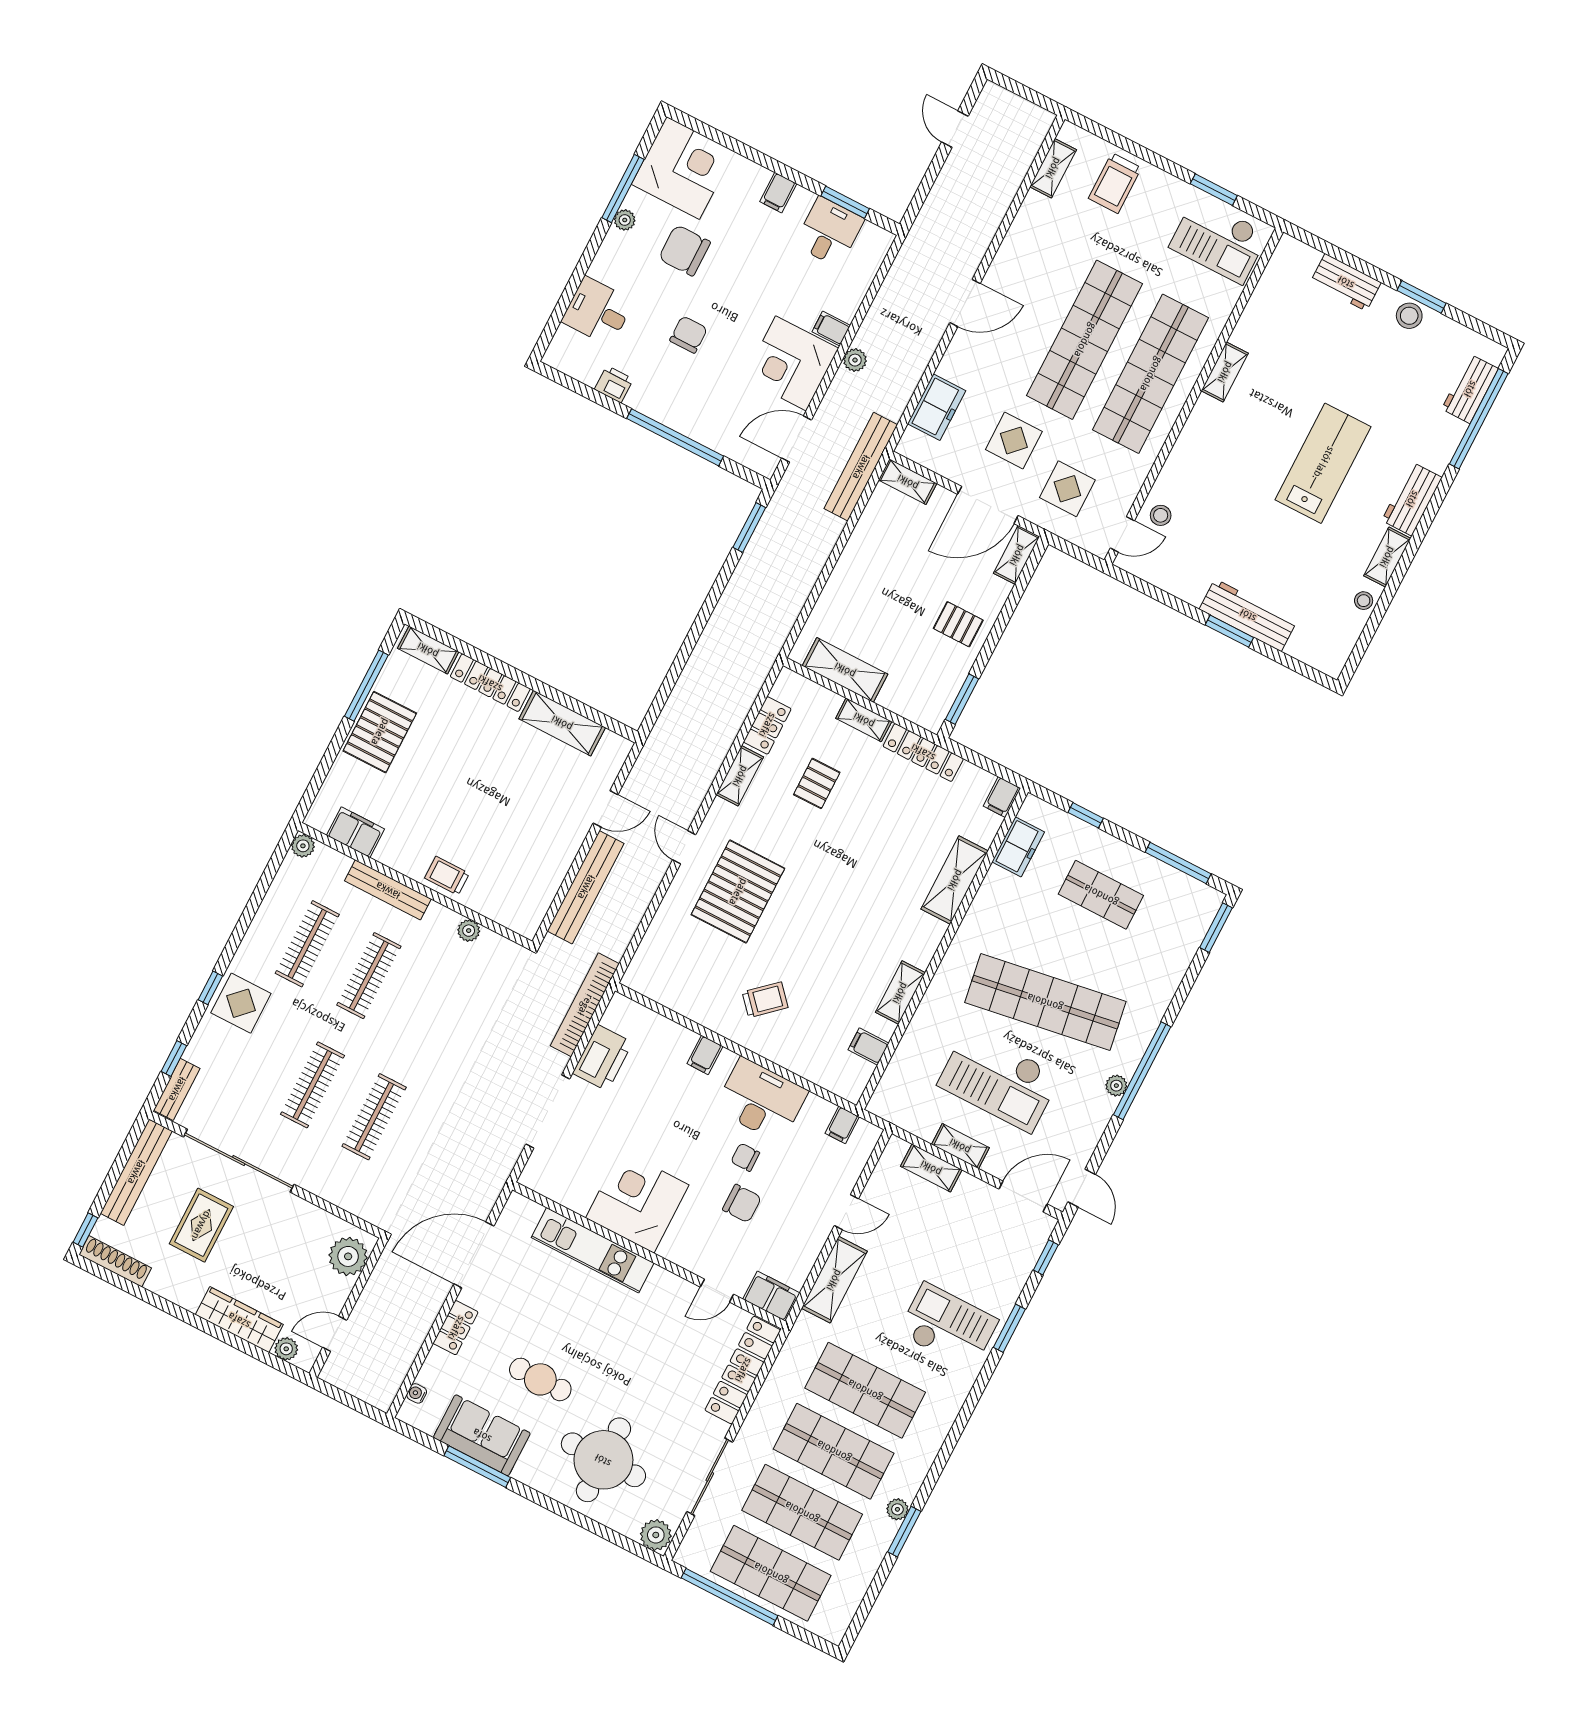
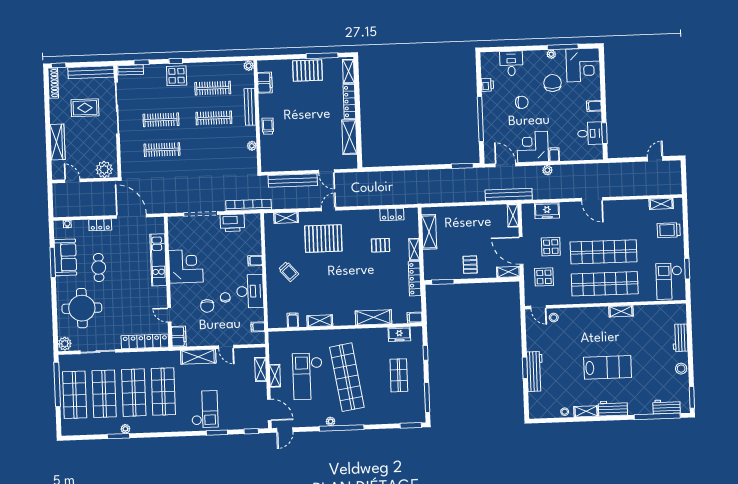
window: (1422, 297) -> (692, 397), moved
shelving: (740, 776) -> (286, 218), moved
plant: (286, 1349) -> (56, 166), removed

